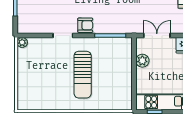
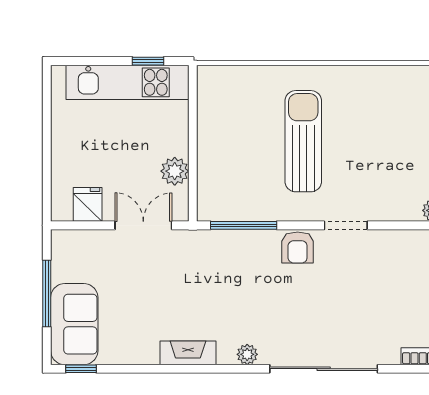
armchair: (85, 25) -> (298, 247), turned -90
double door: (157, 35) -> (143, 225), swing flipped

